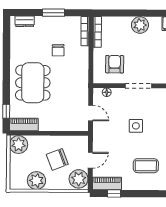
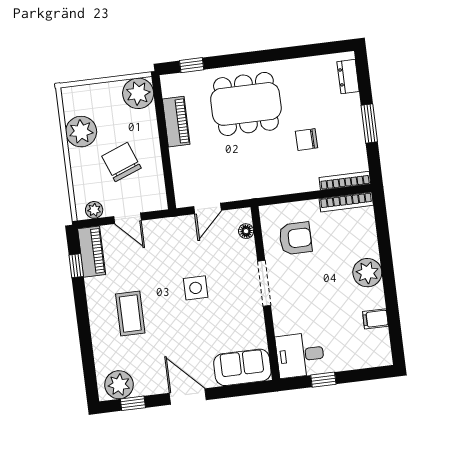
piano: (24, 125) -> (176, 122), moved
plant: (79, 179) -> (94, 210), width x0.53, depth x0.53

